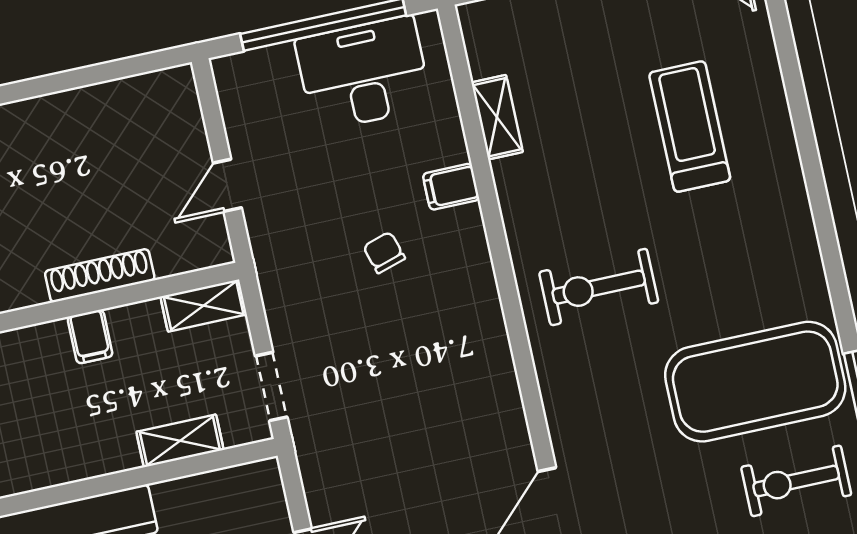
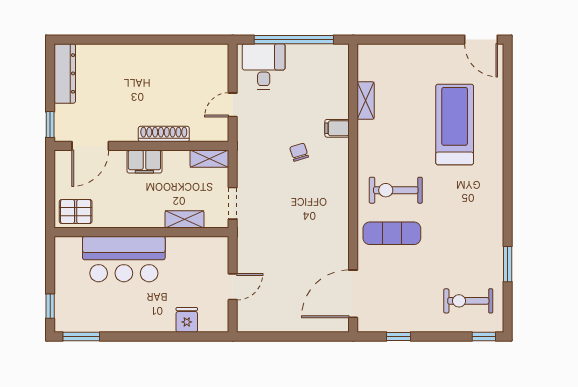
desk: (363, 73) -> (264, 66), moved, width x0.73
treadmill: (690, 127) -> (455, 124), width x1.37, depth x1.38
filing cabinet: (90, 337) -> (144, 162), width x2.00
exercise mat: (755, 382) -> (392, 233), moved, width x0.50, depth x0.69

